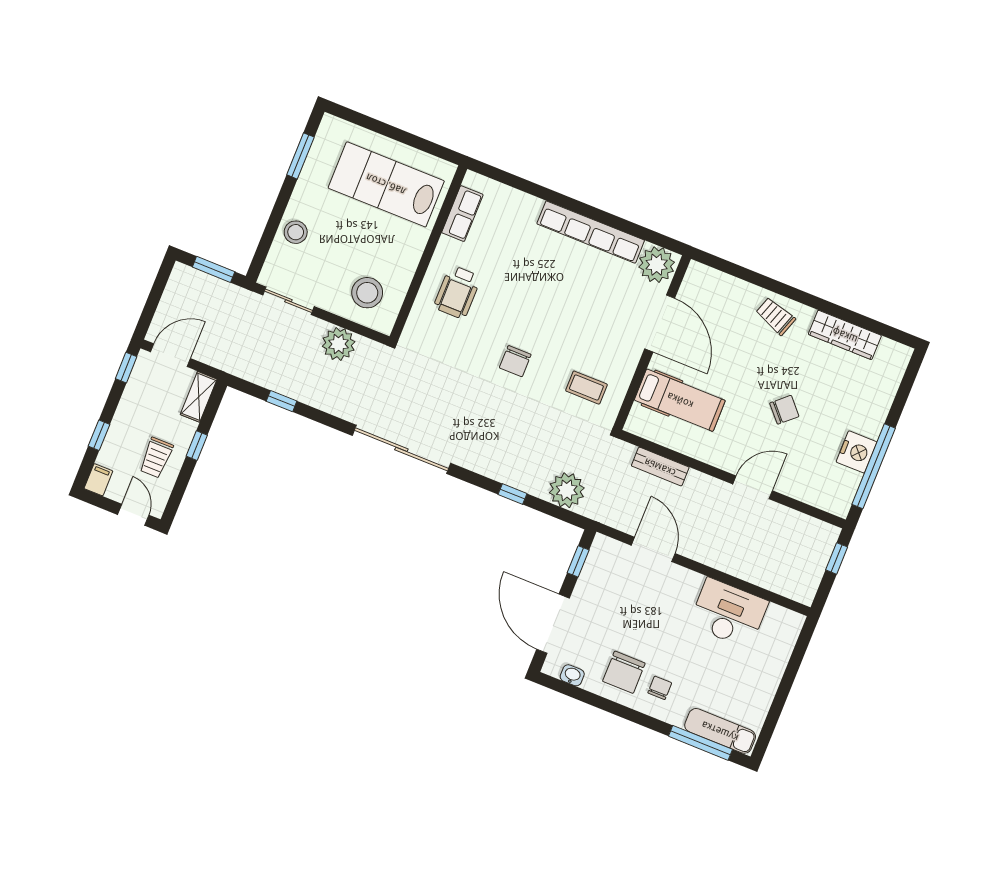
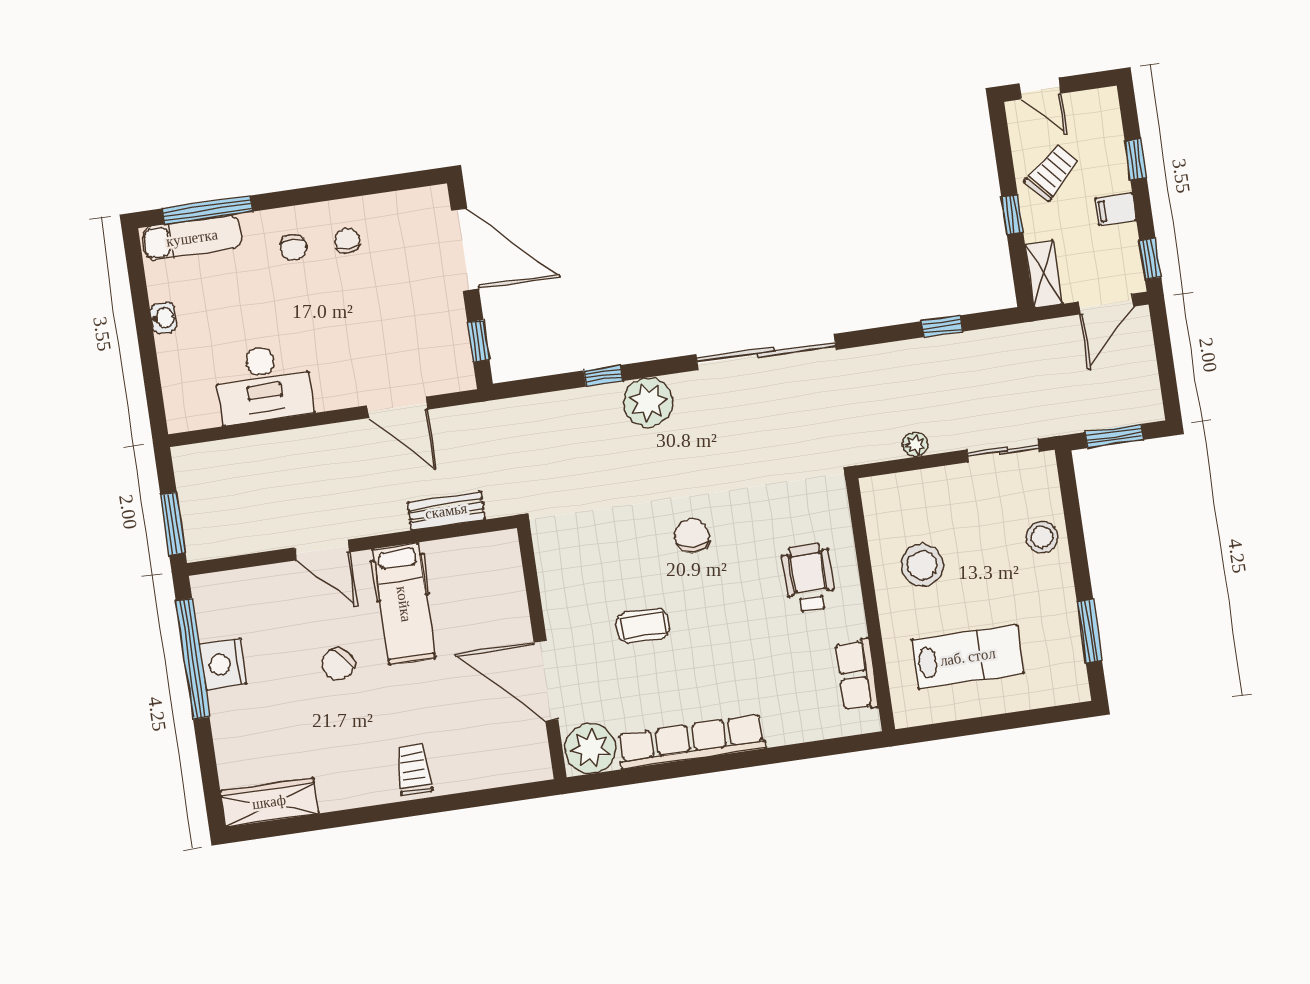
lab bench: (386, 184) -> (968, 657), width x0.73, depth x0.72
stool: (367, 293) -> (922, 565), moved
trolley: (775, 316) -> (413, 770), turned -109
wardrobe: (845, 335) -> (269, 802), moved
plant: (339, 344) -> (915, 444), width x0.53, depth x0.53
coffee table: (586, 388) -> (643, 626), moved
hospital bed: (680, 400) -> (404, 604), moved, turned -90
trolley: (156, 458) -> (1052, 172), turned 48
filing cabinet: (98, 480) -> (1116, 209), moved, turned 90
door: (753, 487) -> (322, 550), hinge flipped
plant: (567, 490) -> (648, 402), moved
window: (837, 558) -> (173, 524), width x1.50
chair: (624, 672) -> (347, 241), width x0.54, depth x0.54
washbasin: (572, 675) -> (163, 318), moved, turned -90

